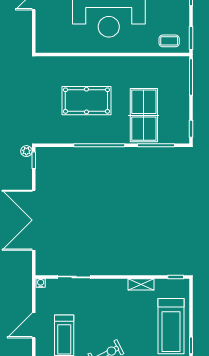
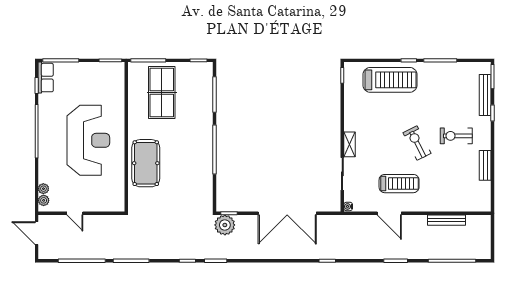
coffee table: (169, 41) -> (113, 82), removed
pool table: (86, 101) -> (146, 163), moved
table tennis table: (144, 115) -> (162, 93), moved, turned 90
plant: (26, 151) -> (225, 225), width x1.88, depth x1.88
shelving: (141, 284) -> (349, 144), moved

